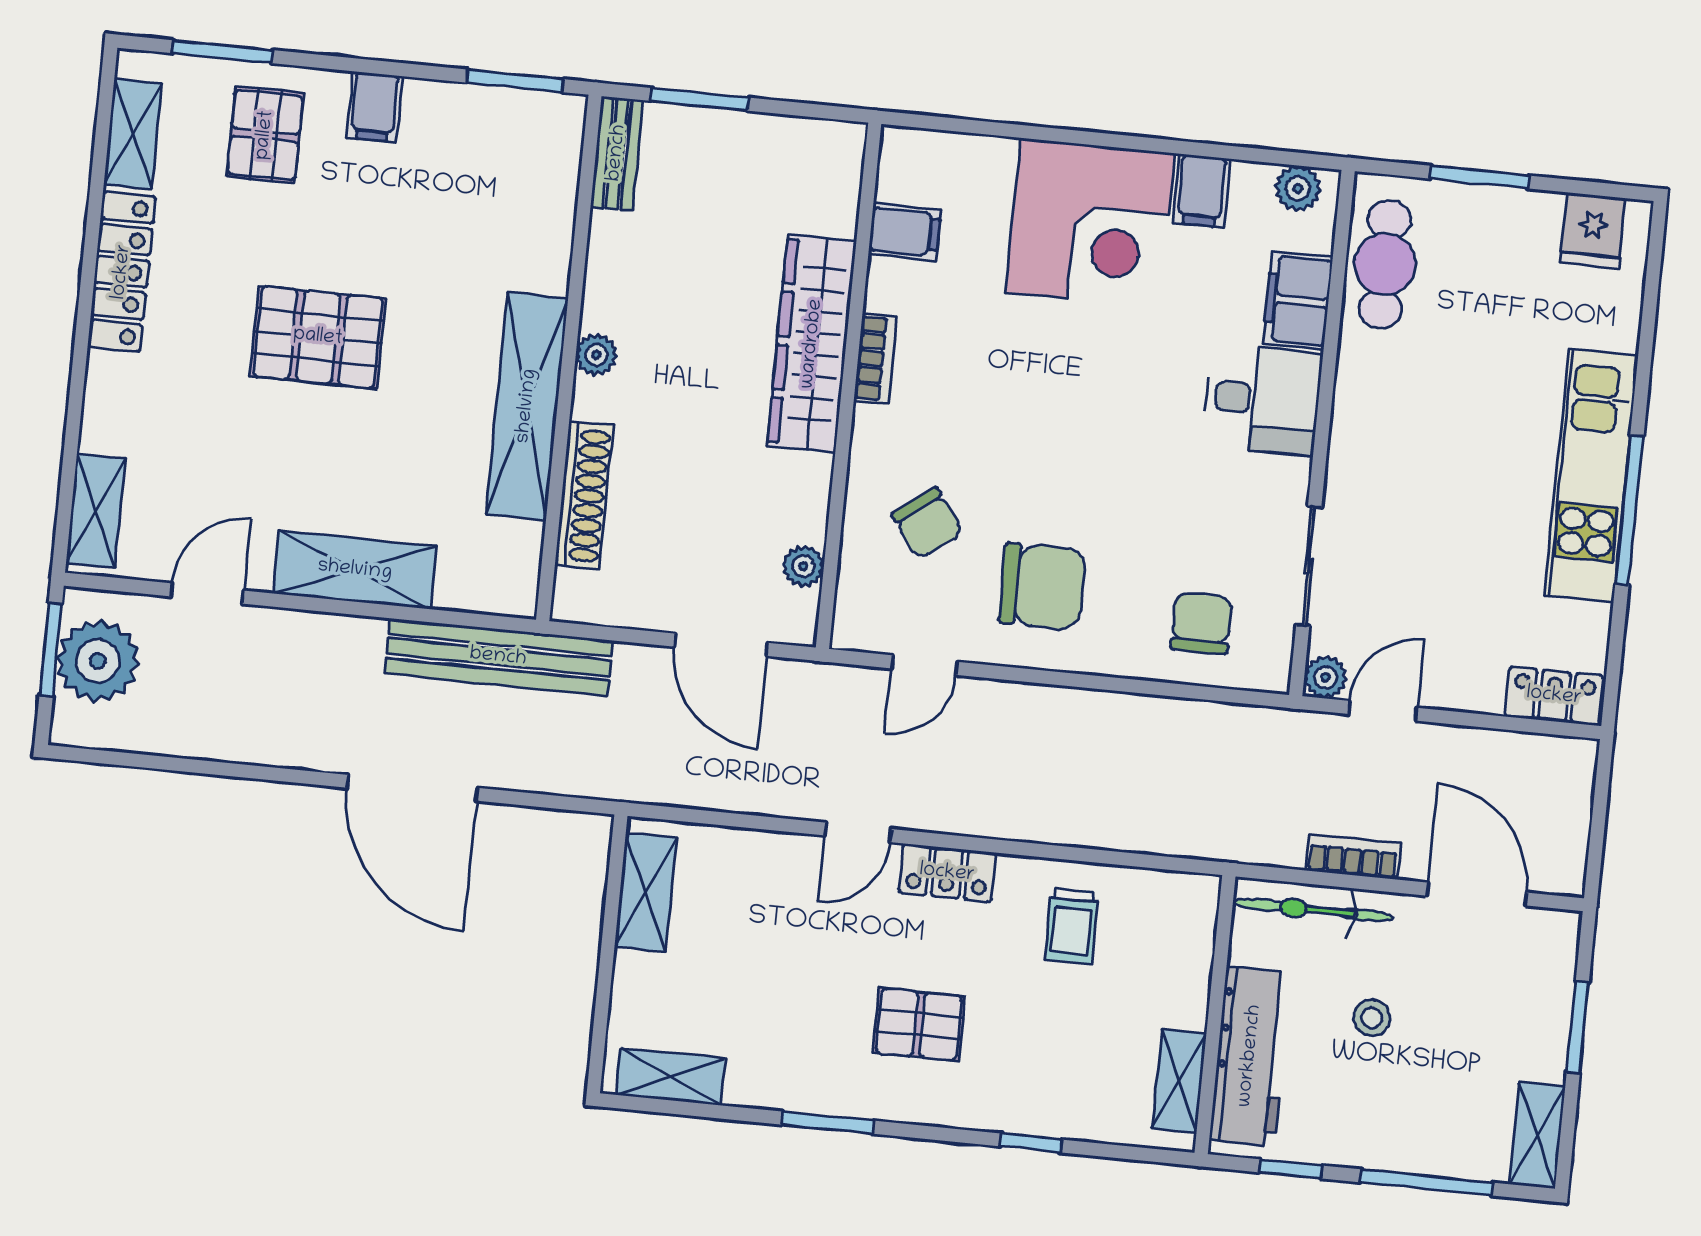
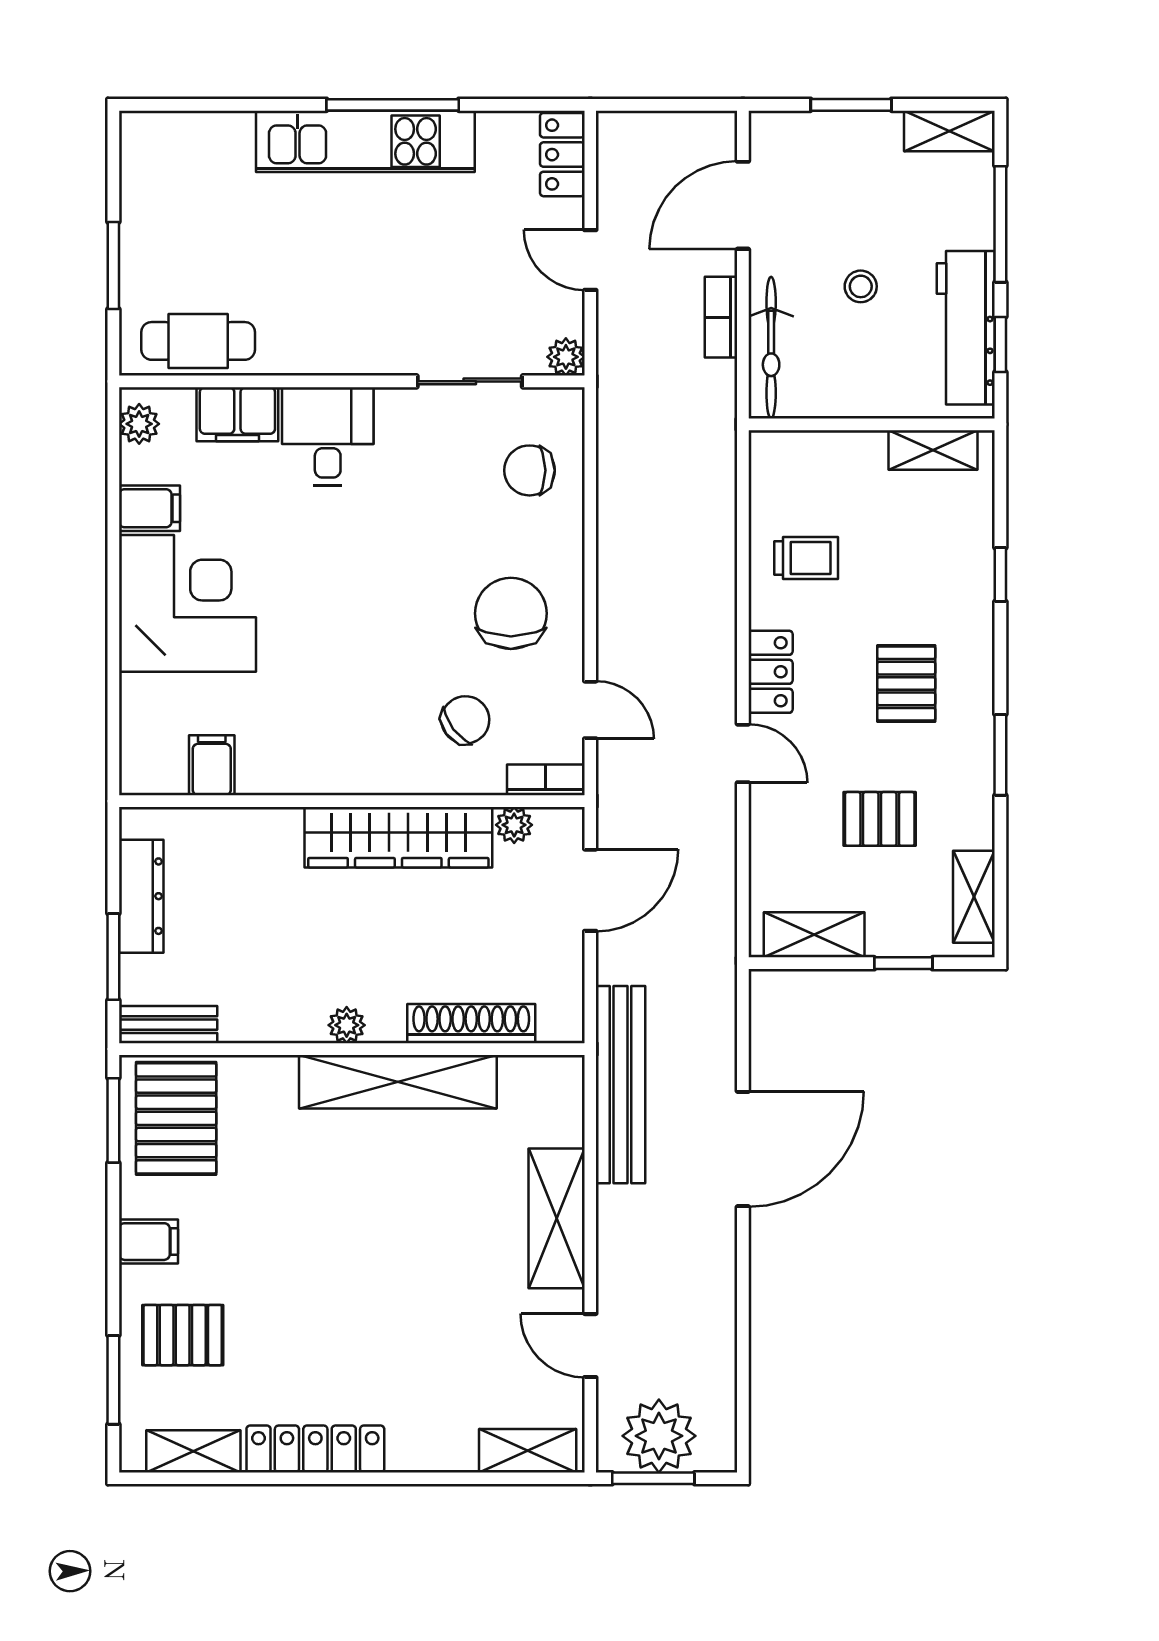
dresser: (765, 138) -> (141, 896), added
fridge: (1593, 230) -> (150, 161), removed
pallet: (318, 337) -> (176, 1118), moved
wardrobe: (812, 344) -> (398, 837), moved
bookcase: (875, 359) -> (546, 780), moved
door: (1383, 711) -> (590, 260), moved
pallet: (769, 979) -> (880, 819), added
window: (604, 990) -> (903, 963), added
workbench: (1250, 1056) -> (966, 328), moved, turned -90

